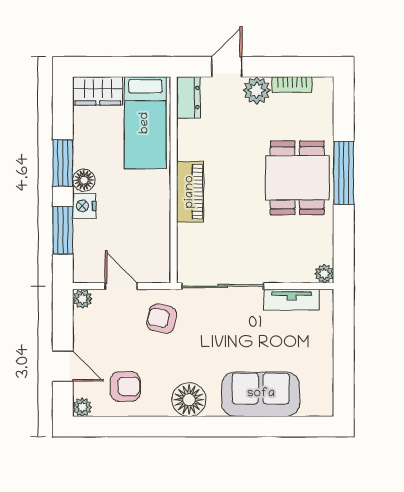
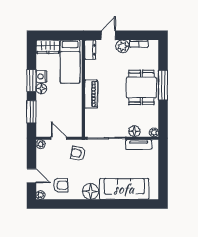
nightstand: (84, 206) -> (41, 77), moved
floor lamp: (283, 271) -> (134, 131), added
sofa: (261, 394) -> (124, 189), width x1.36

